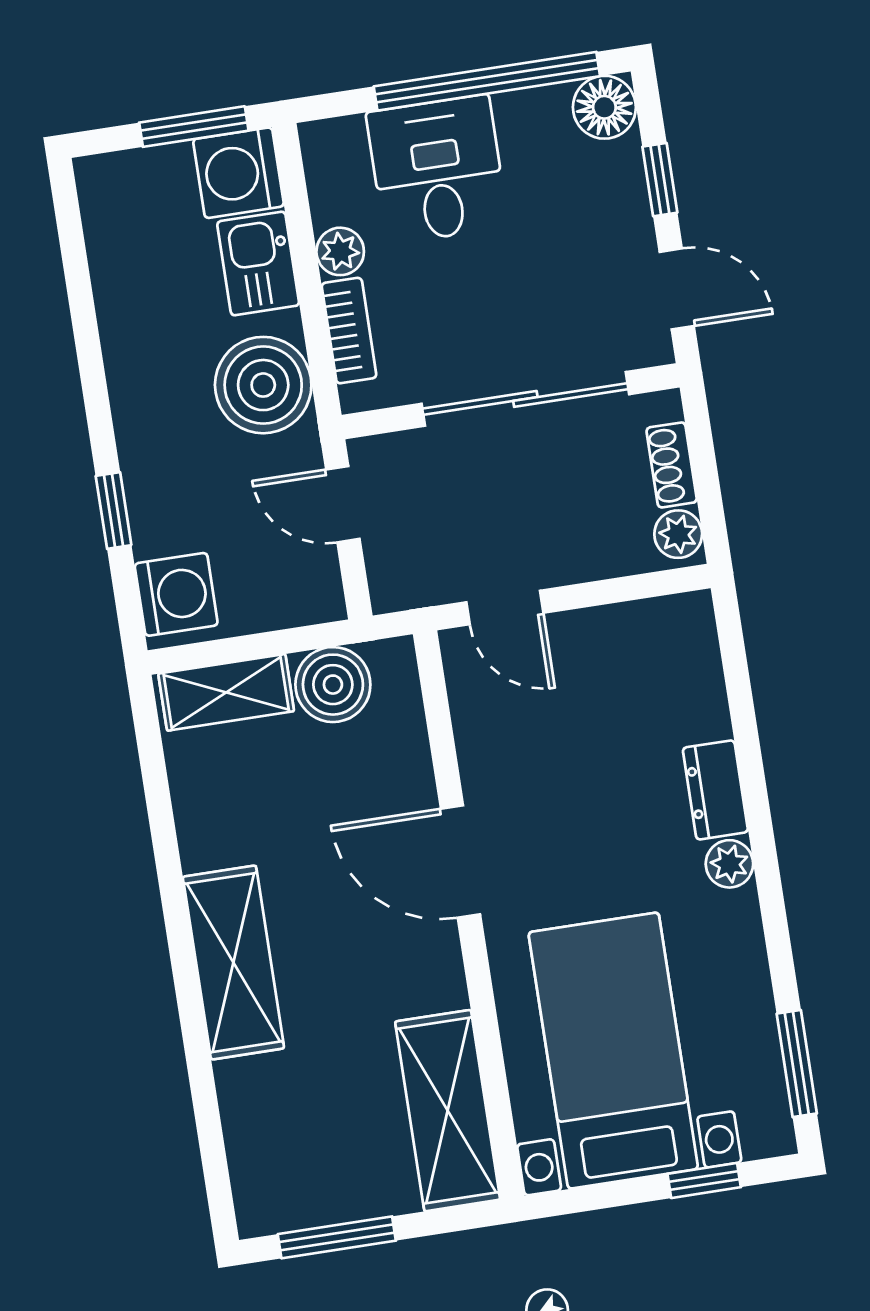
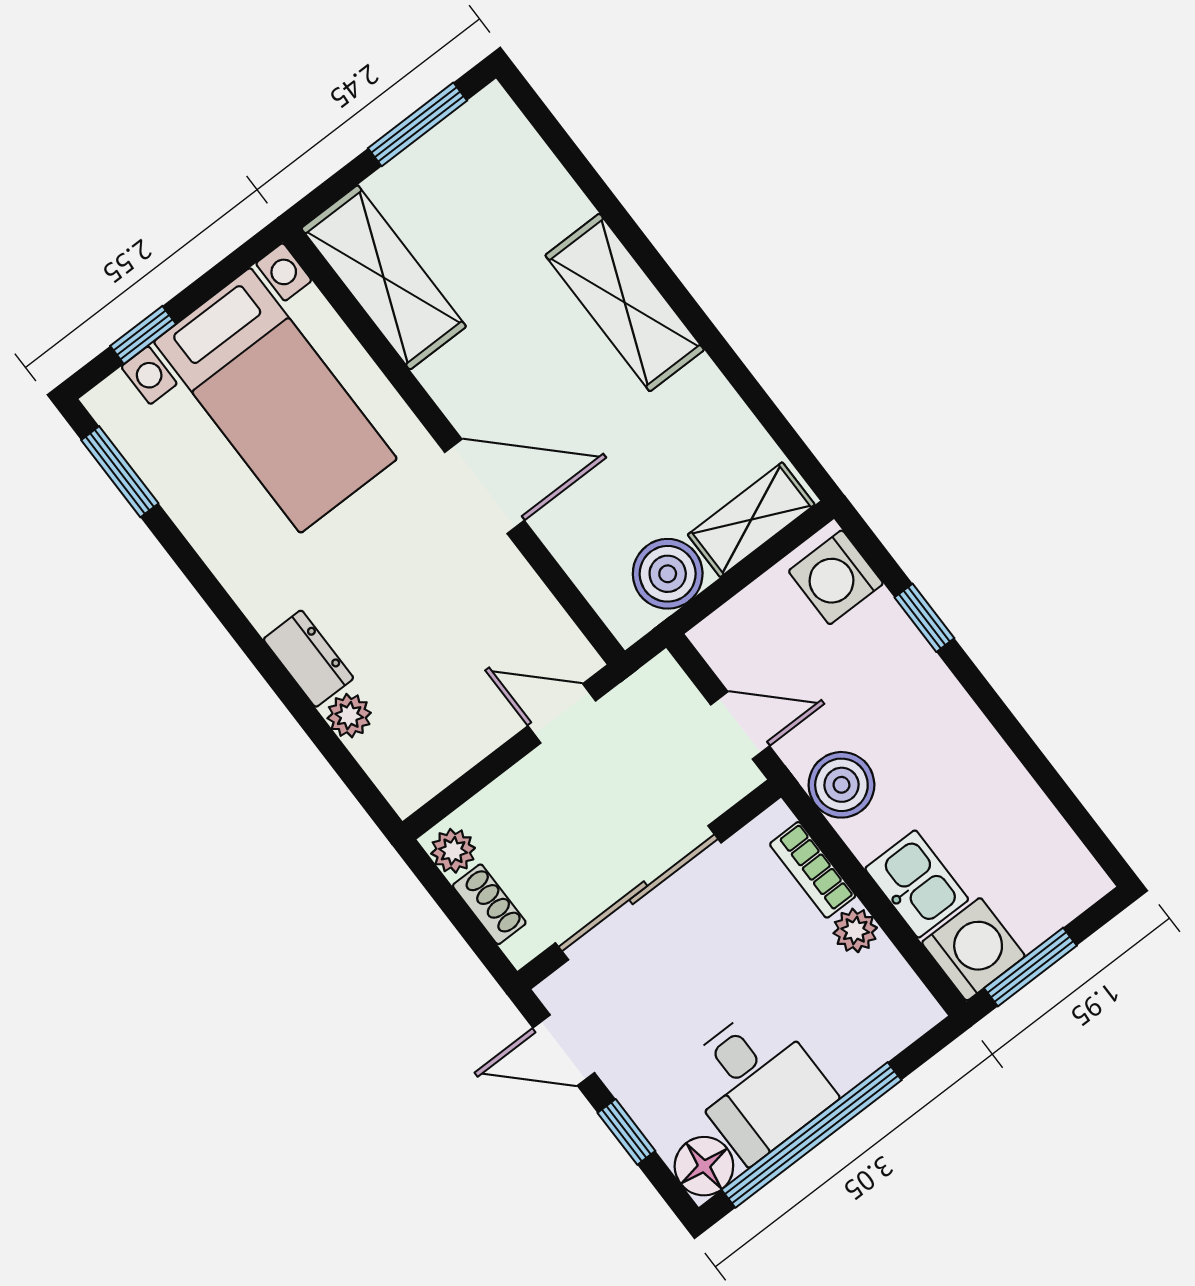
desk: (437, 170) -> (757, 1084), moved
boiler: (263, 385) -> (841, 785), width x0.73, depth x0.73
plant: (729, 864) -> (349, 716), moved

